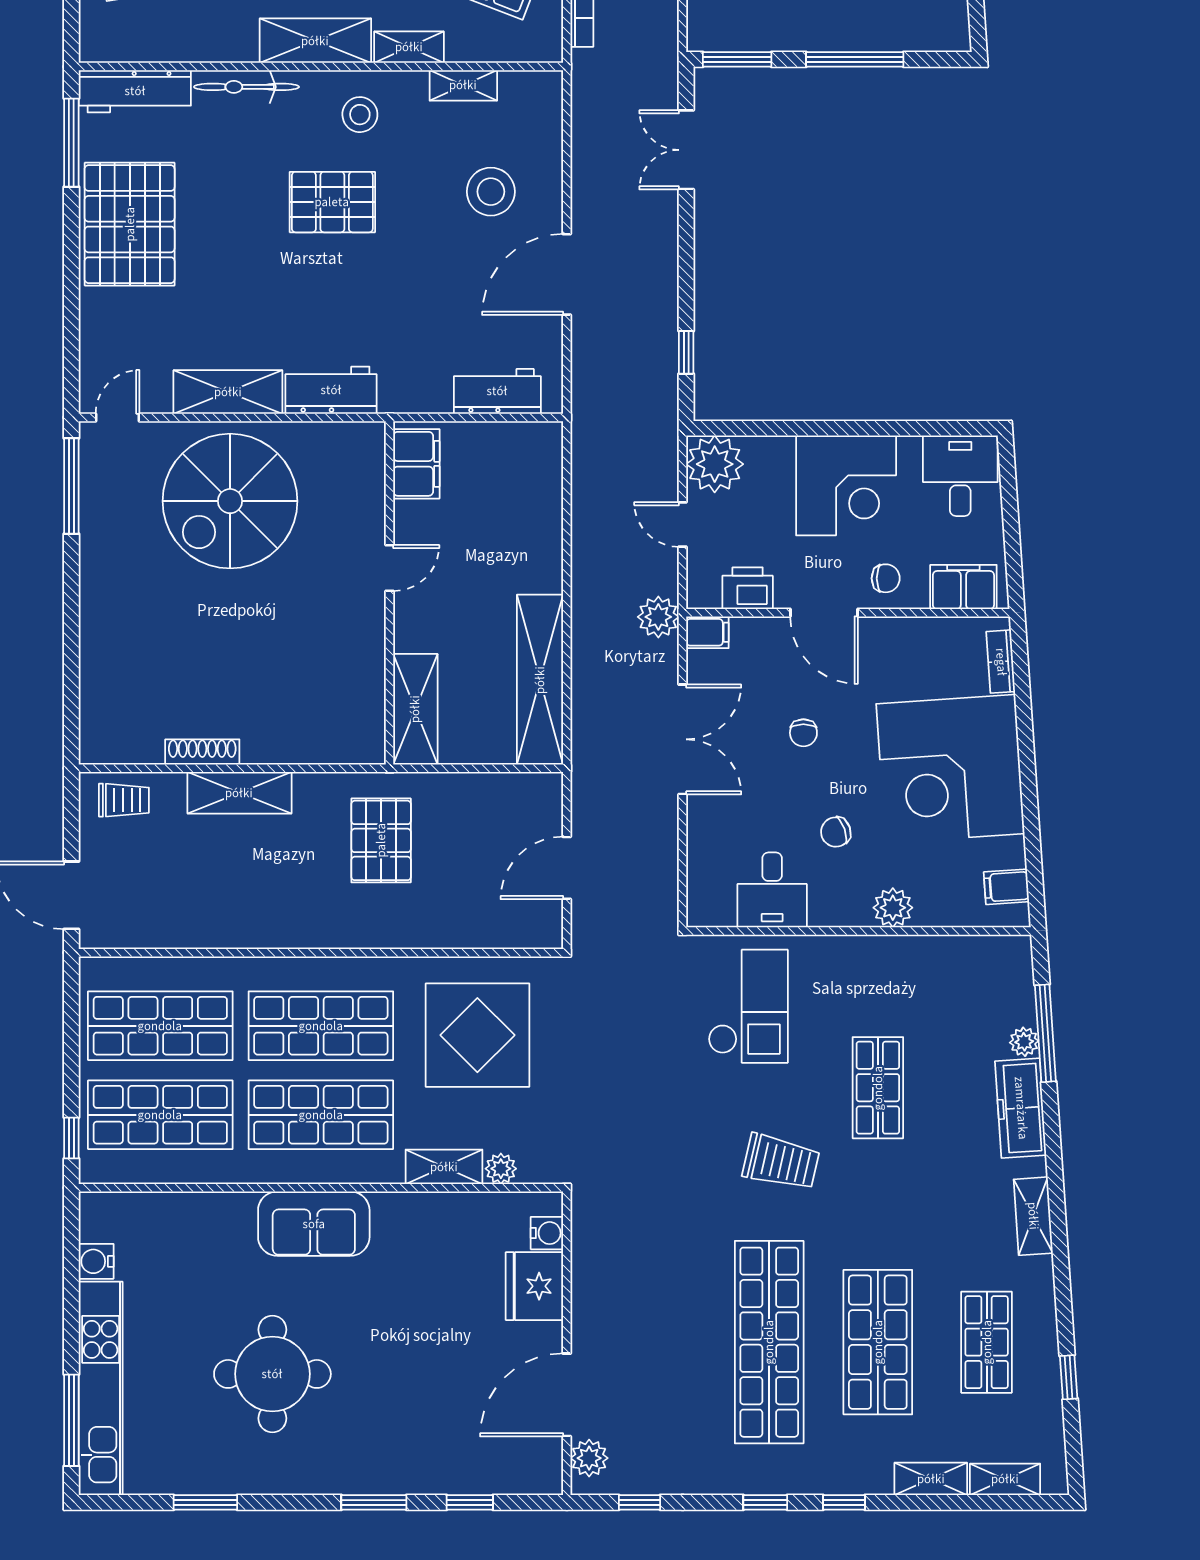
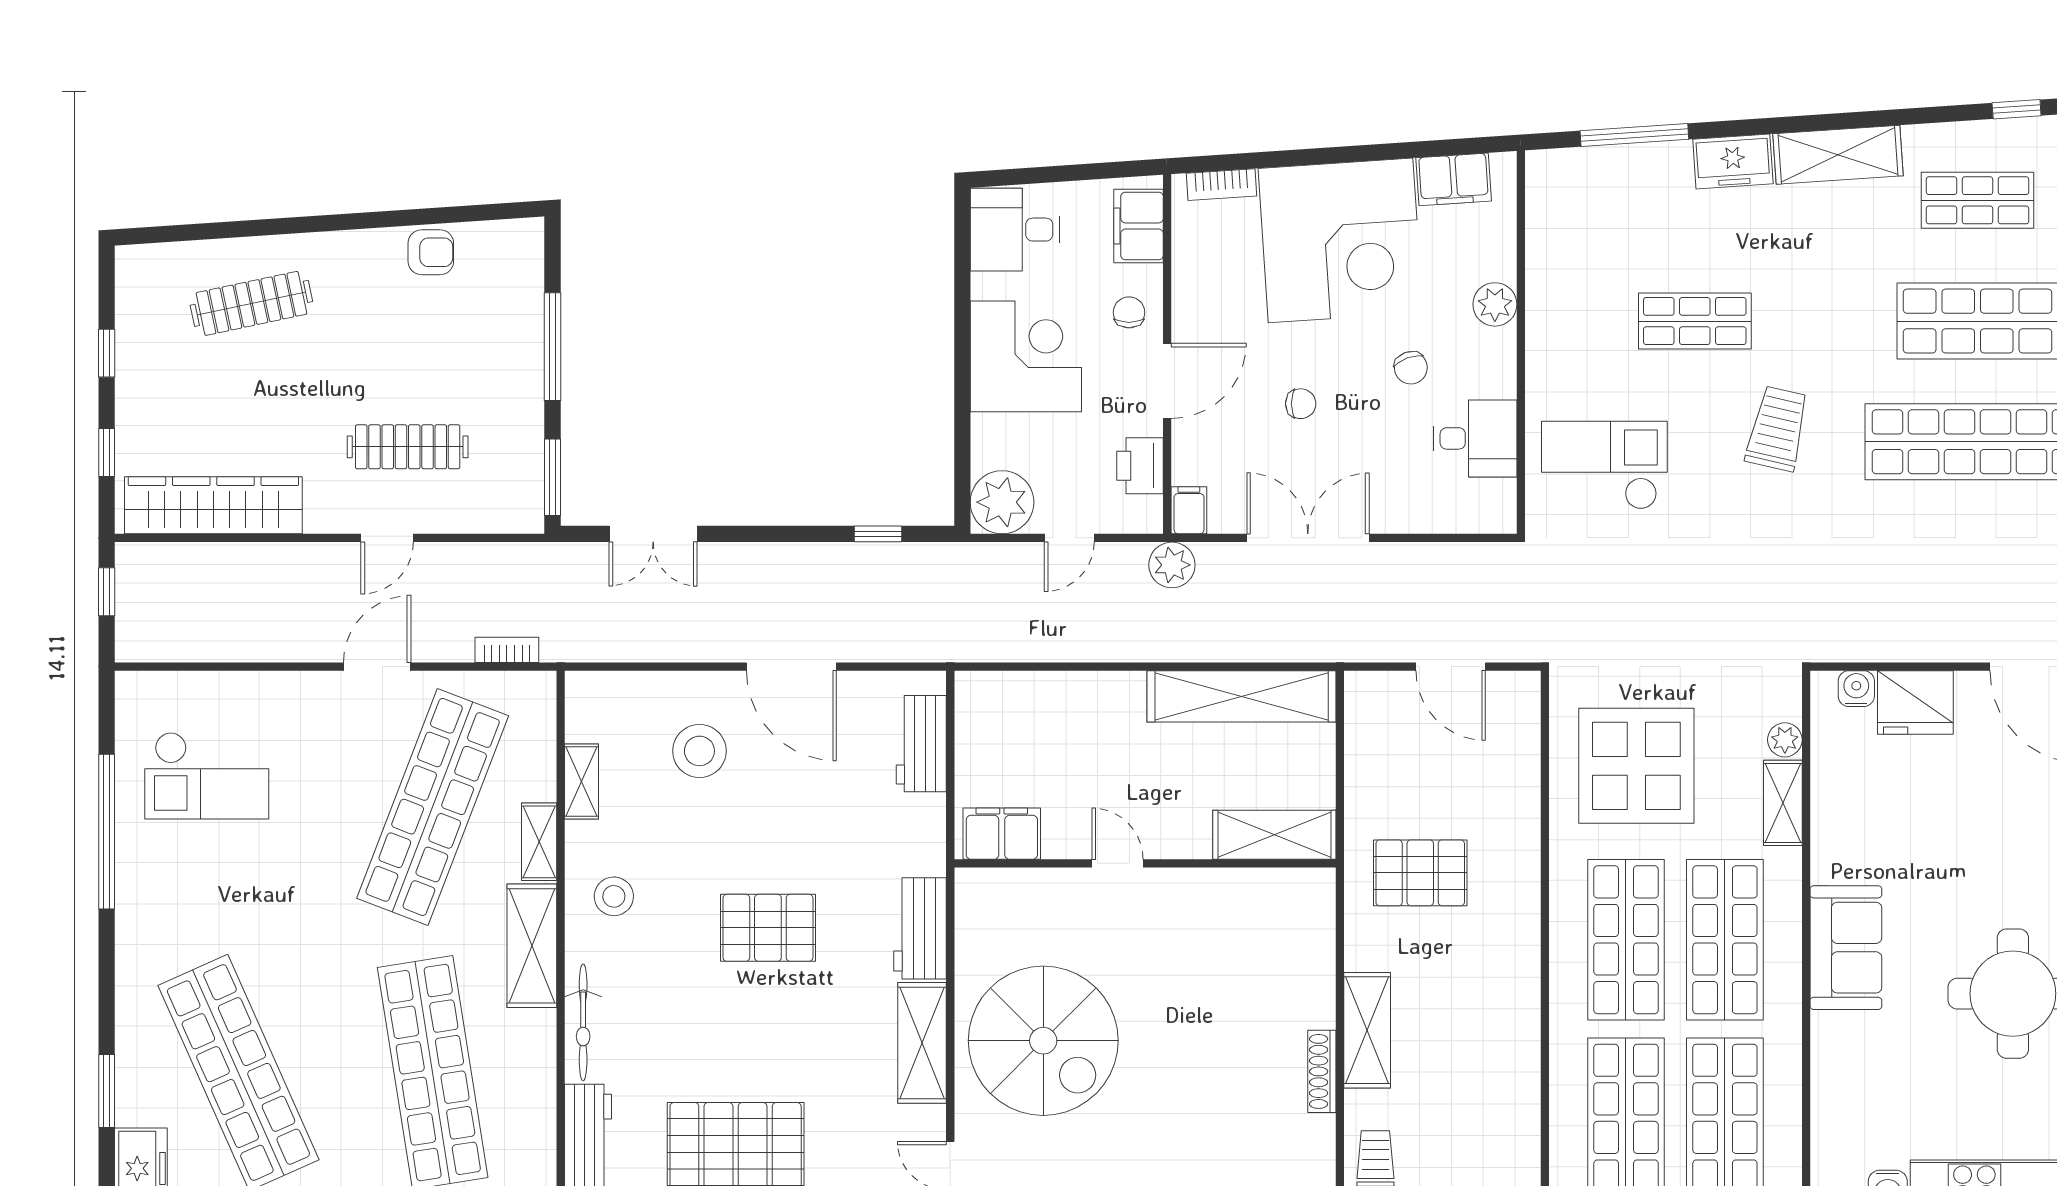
pallet: (332, 202) -> (768, 928), moved, turned 90
filing cabinet: (1006, 887) -> (1454, 179), width x2.00
plant: (1024, 1042) -> (1644, 159), removed
freezer: (1021, 1108) -> (1733, 161), width x0.71
shelving: (1033, 1216) -> (1838, 155), width x1.50, depth x1.33

